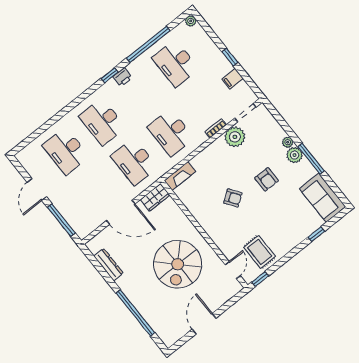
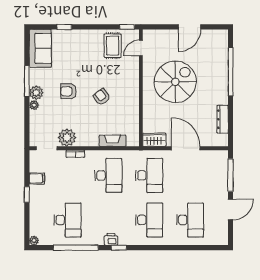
fireplace: (180, 176) -> (113, 141), moved
armchair: (267, 179) -> (68, 91), turned -90

